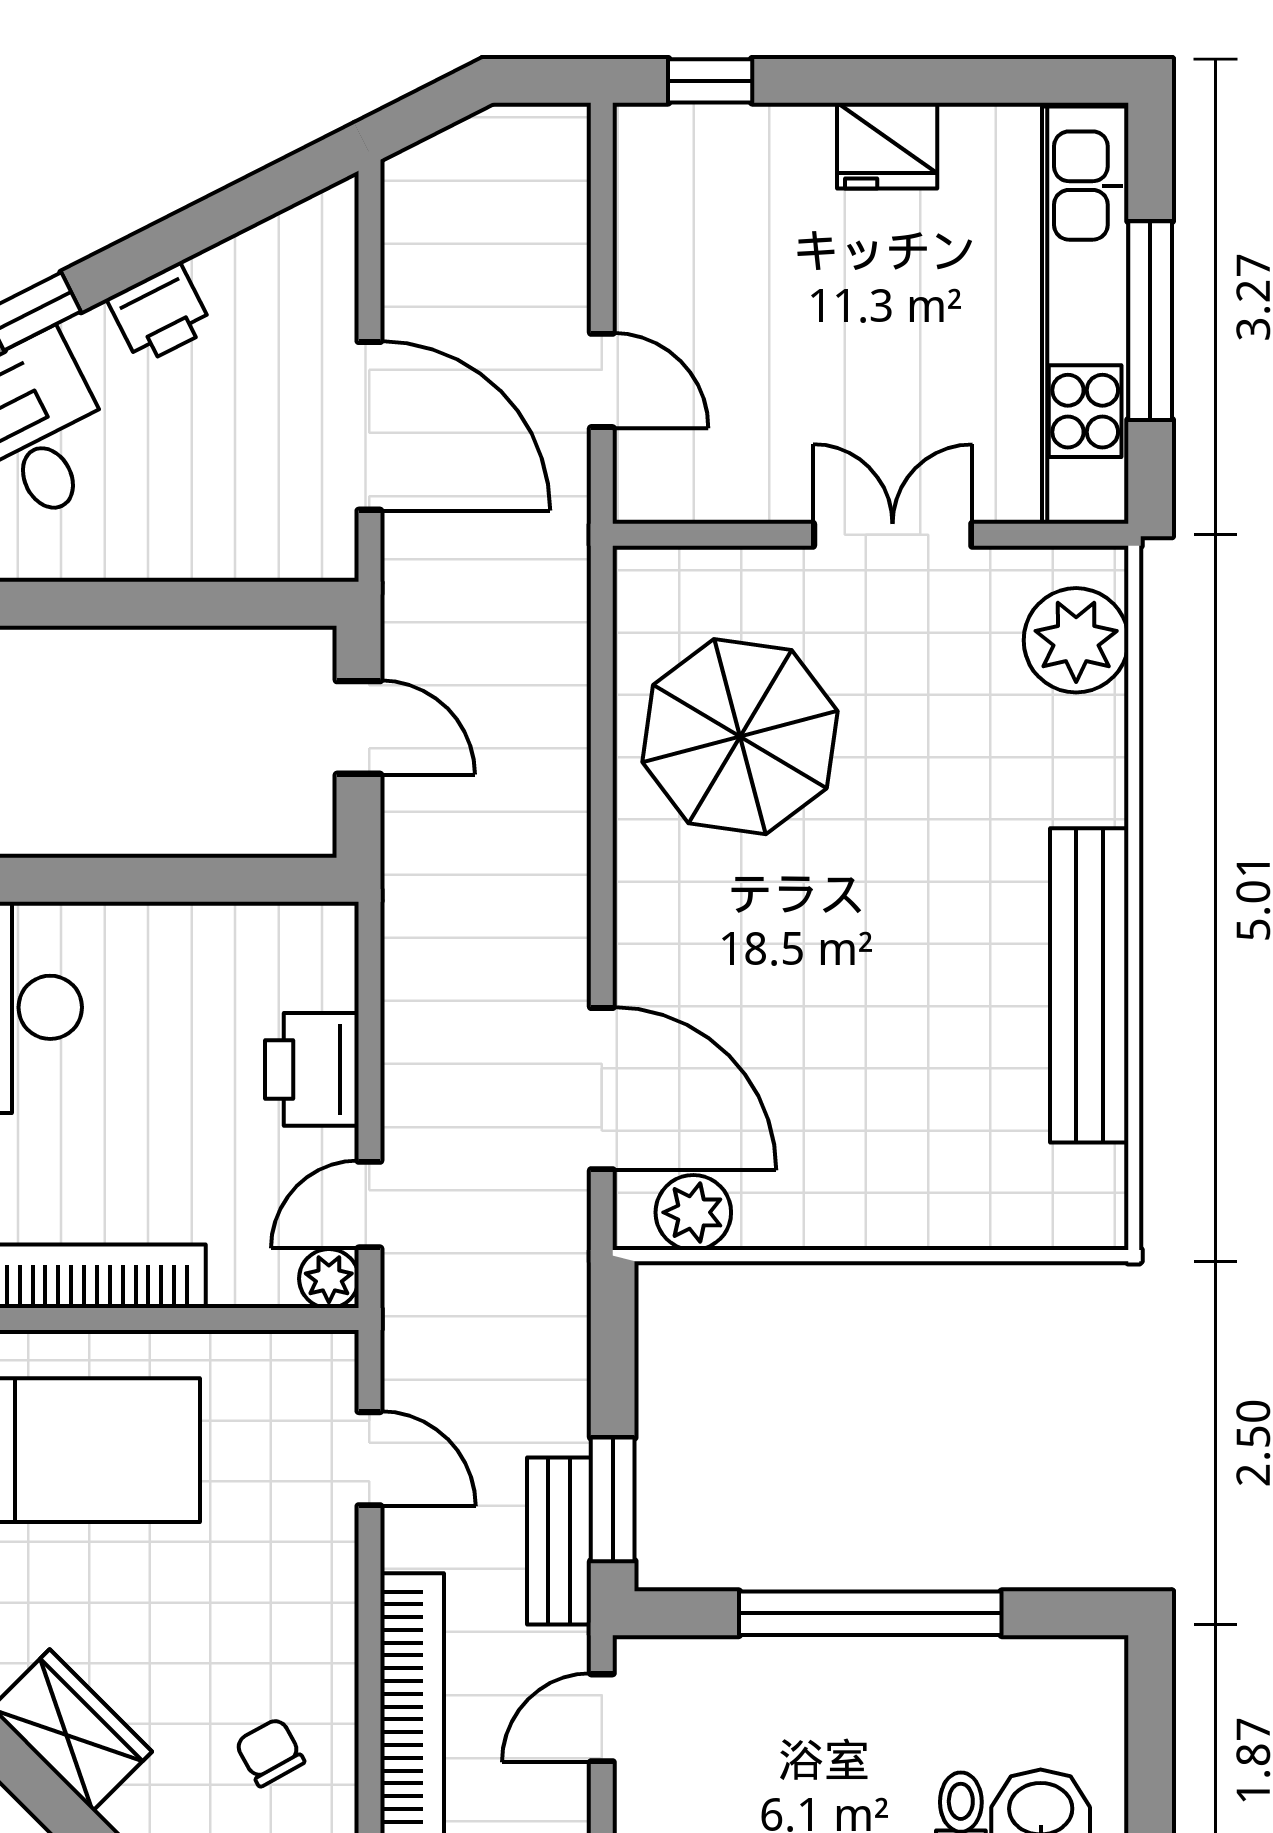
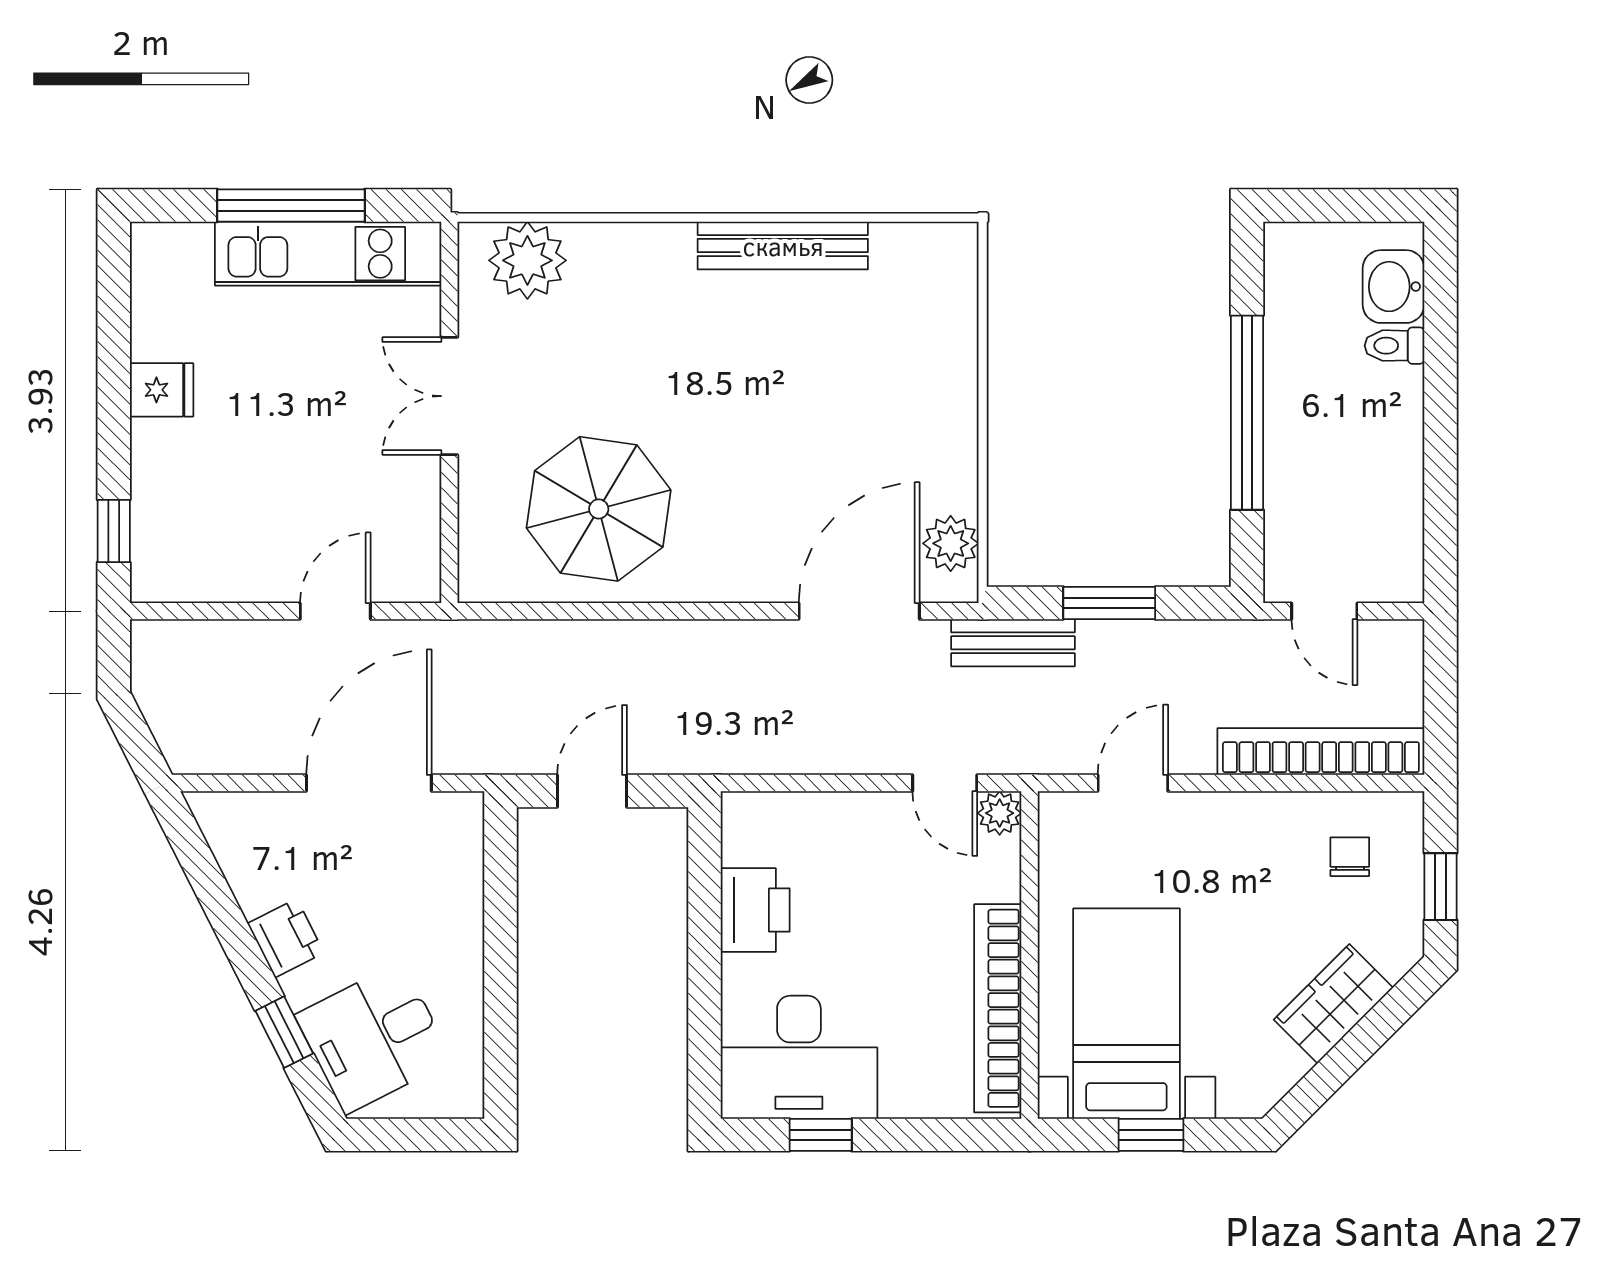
fridge: (887, 146) -> (162, 390), width x0.72
kitchen unit: (1085, 315) -> (328, 254), width x0.73
bench: (1089, 985) -> (783, 246), width x0.73, depth x0.82
printer: (312, 1069) -> (755, 910), moved, turned -90
window: (613, 1499) -> (1109, 603), moved
bench: (559, 1541) -> (1013, 643), moved
chair: (270, 1752) -> (1350, 857), turned 119

